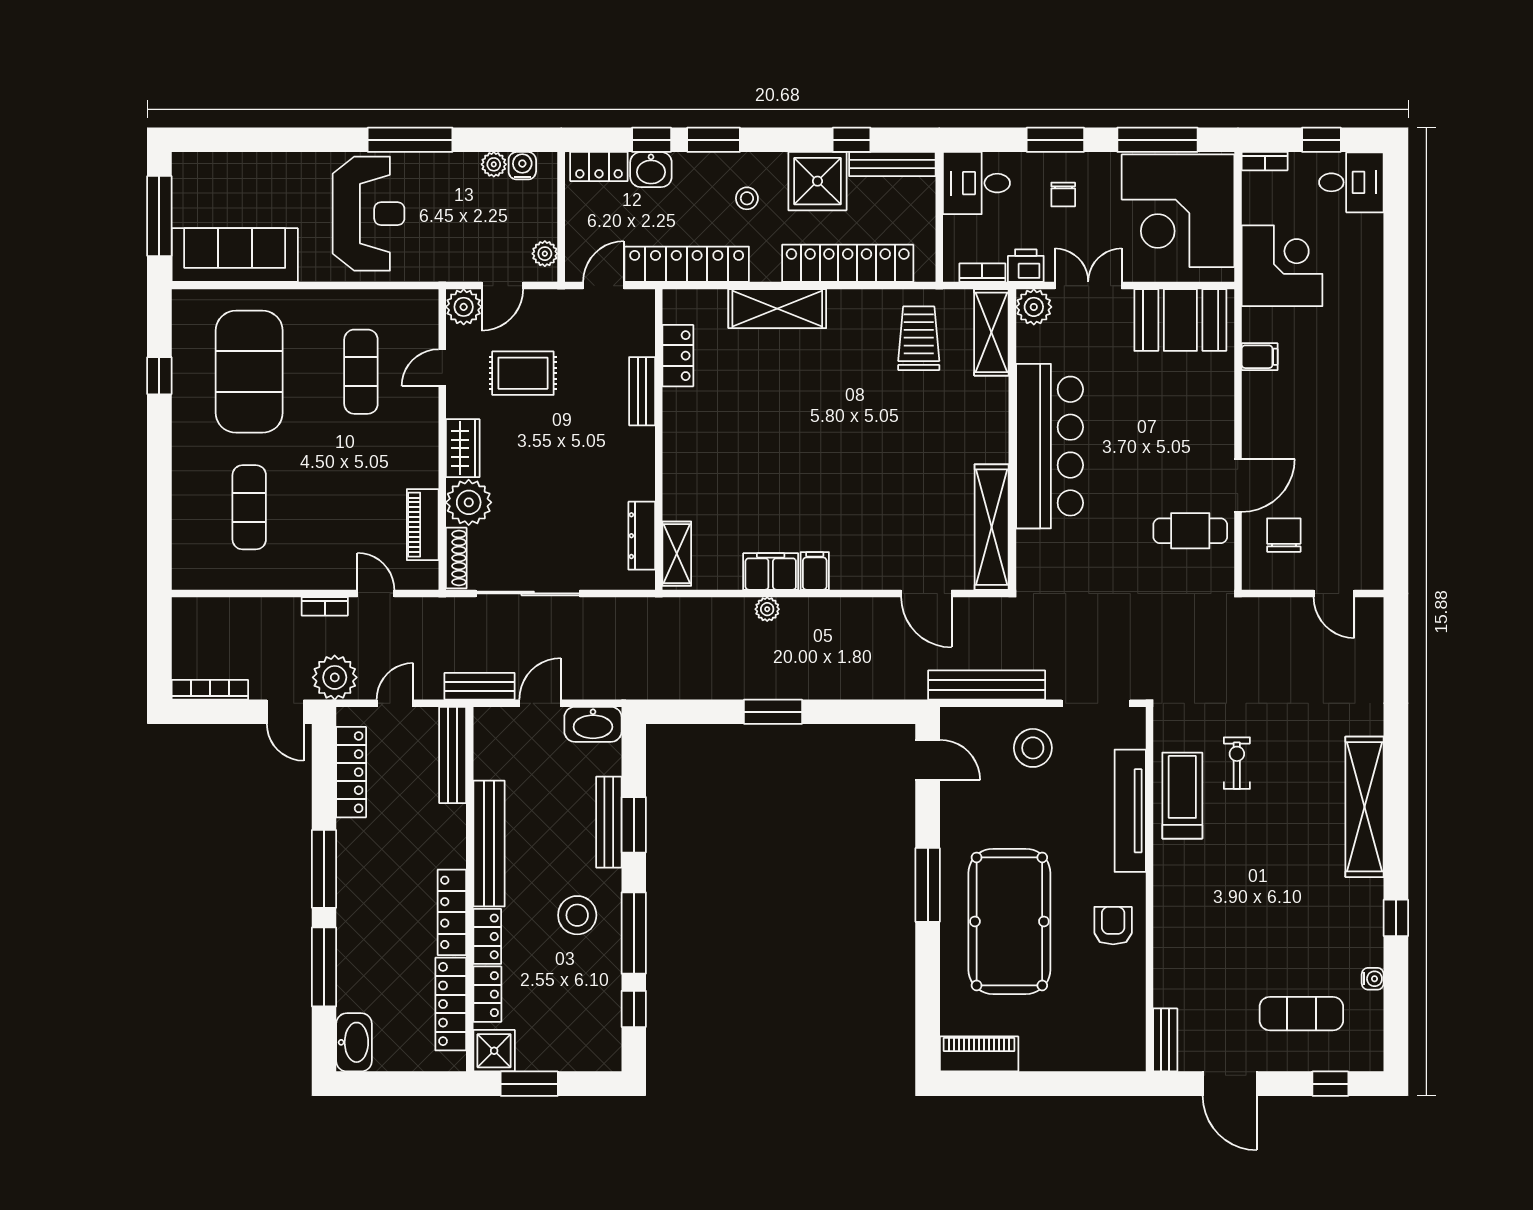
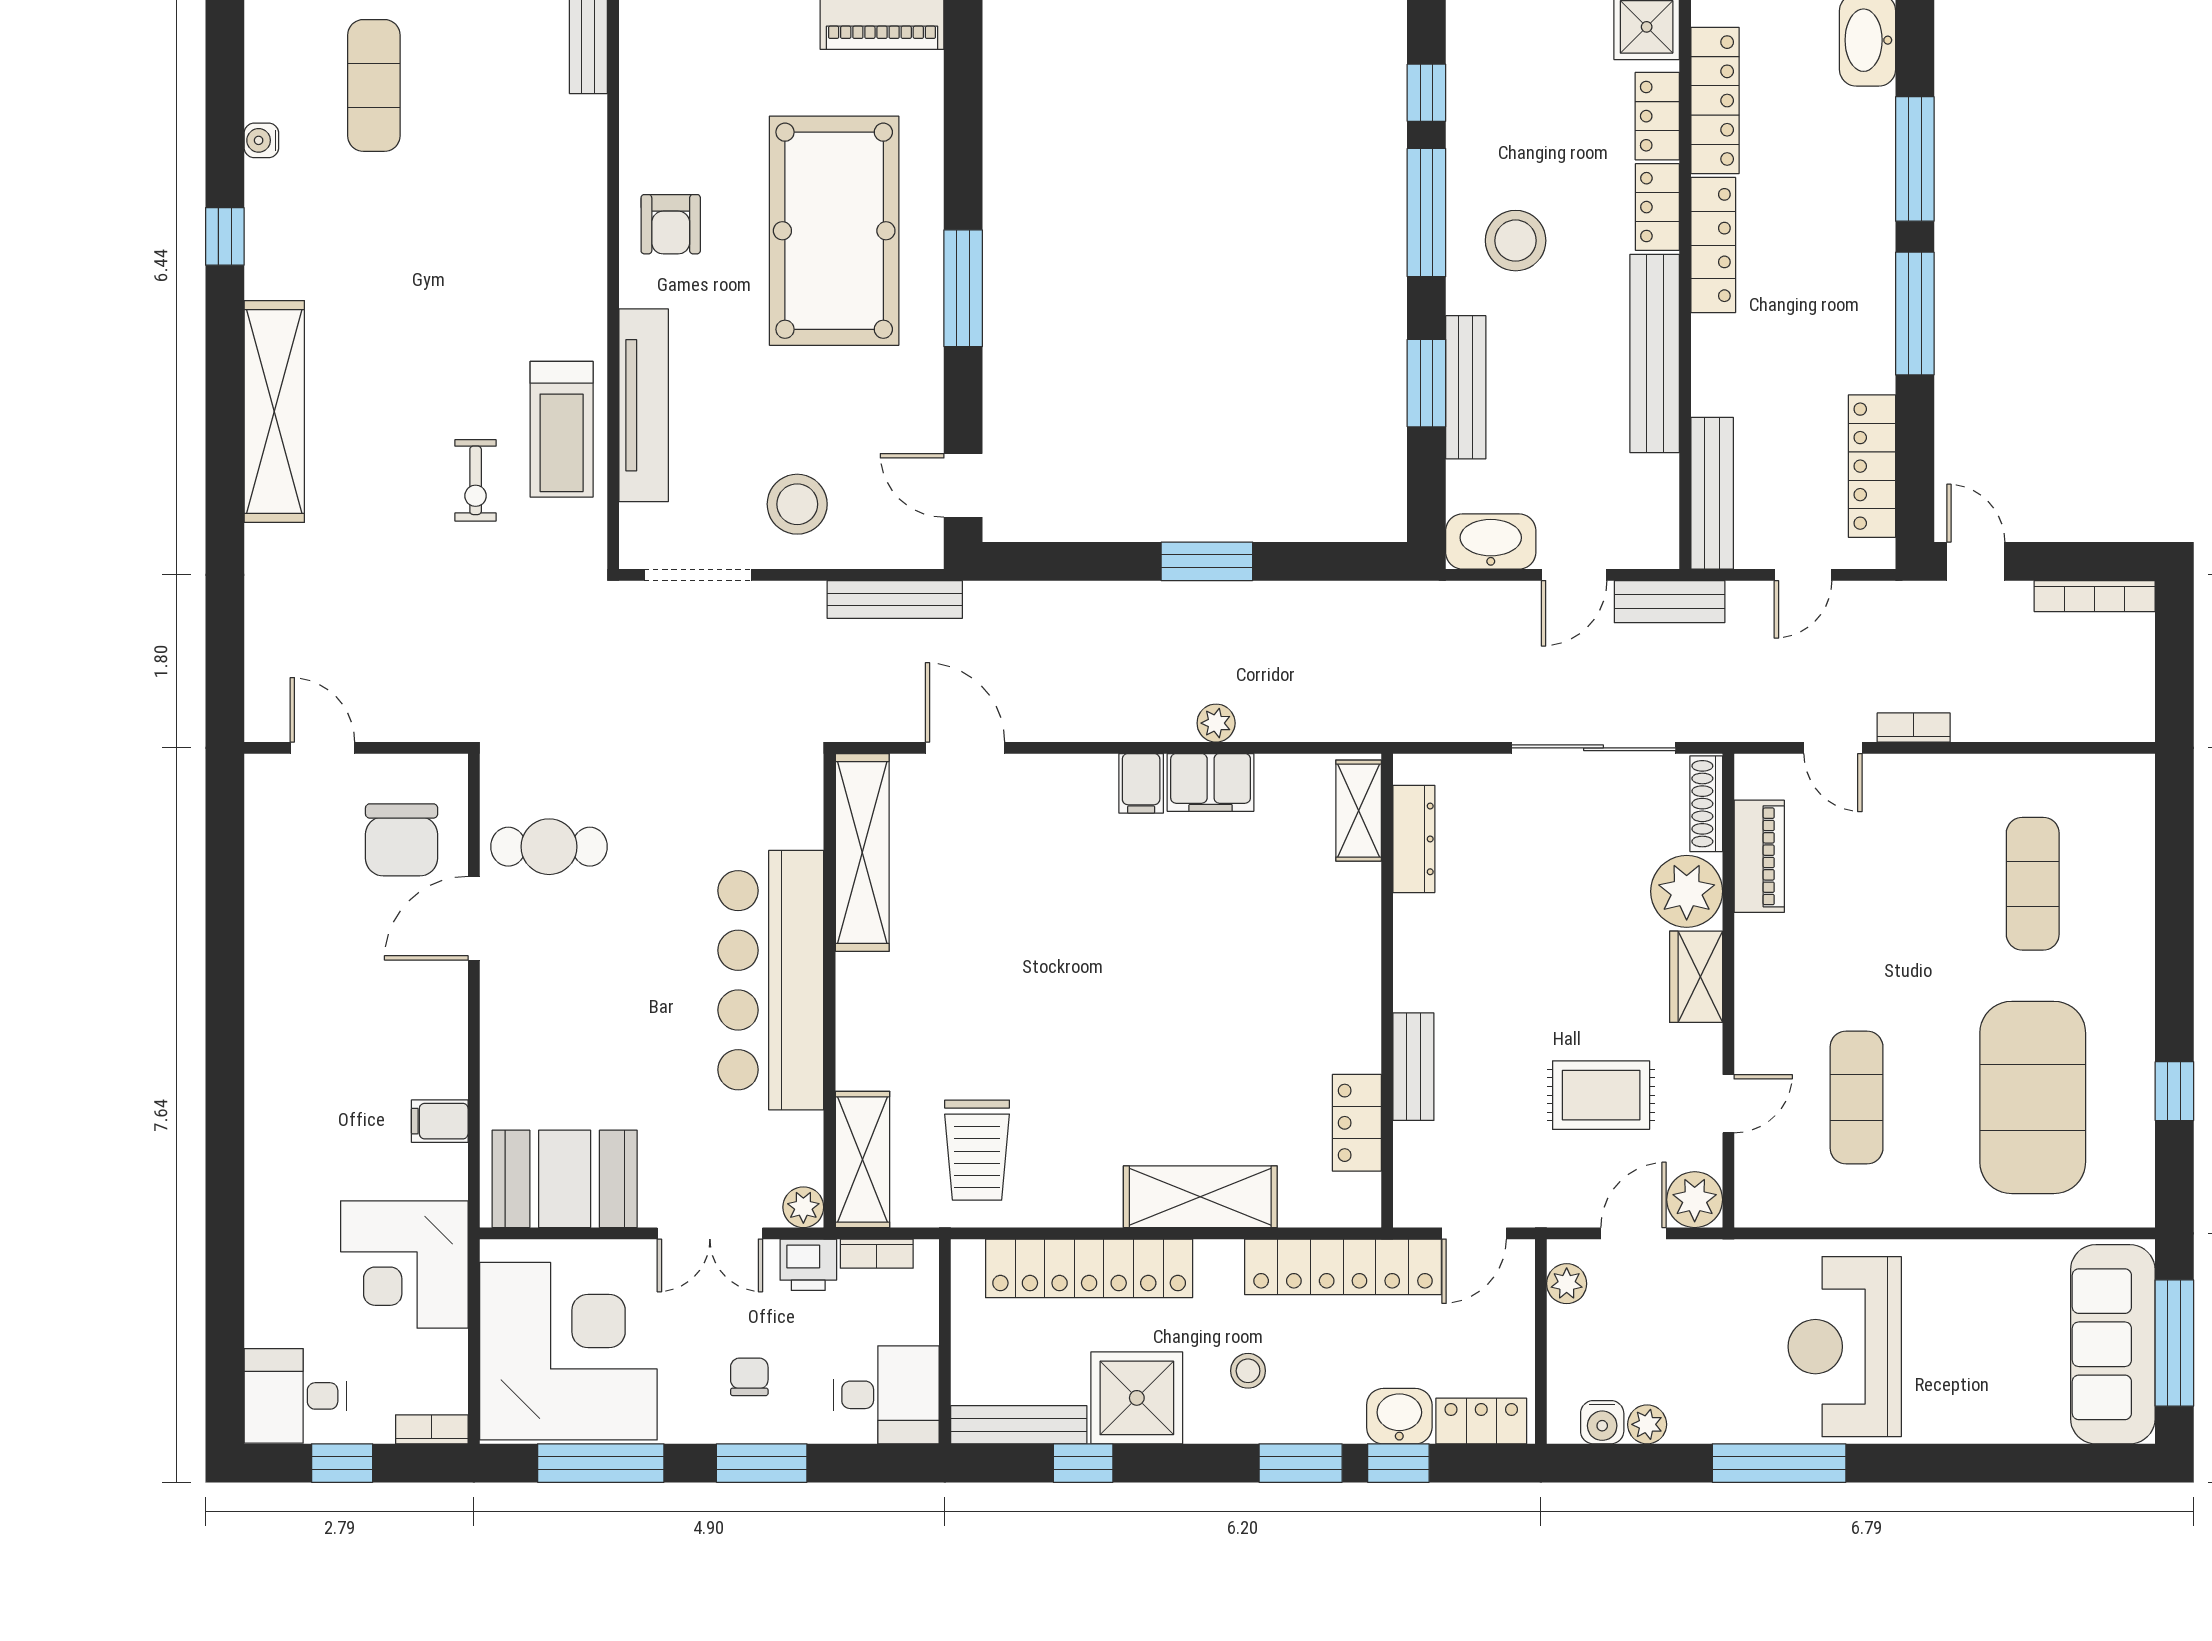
sofa: (235, 255) -> (2113, 1344), moved, turned 90
plant: (1034, 307) -> (803, 1207), width x0.73, depth x0.73
chair: (1284, 535) -> (402, 840), width x1.37, depth x1.37
plant: (335, 677) -> (1898, 615), removed
bench: (987, 685) -> (895, 599), width x0.73, depth x0.82
exercise mat: (1301, 1014) -> (374, 85), turned 90

